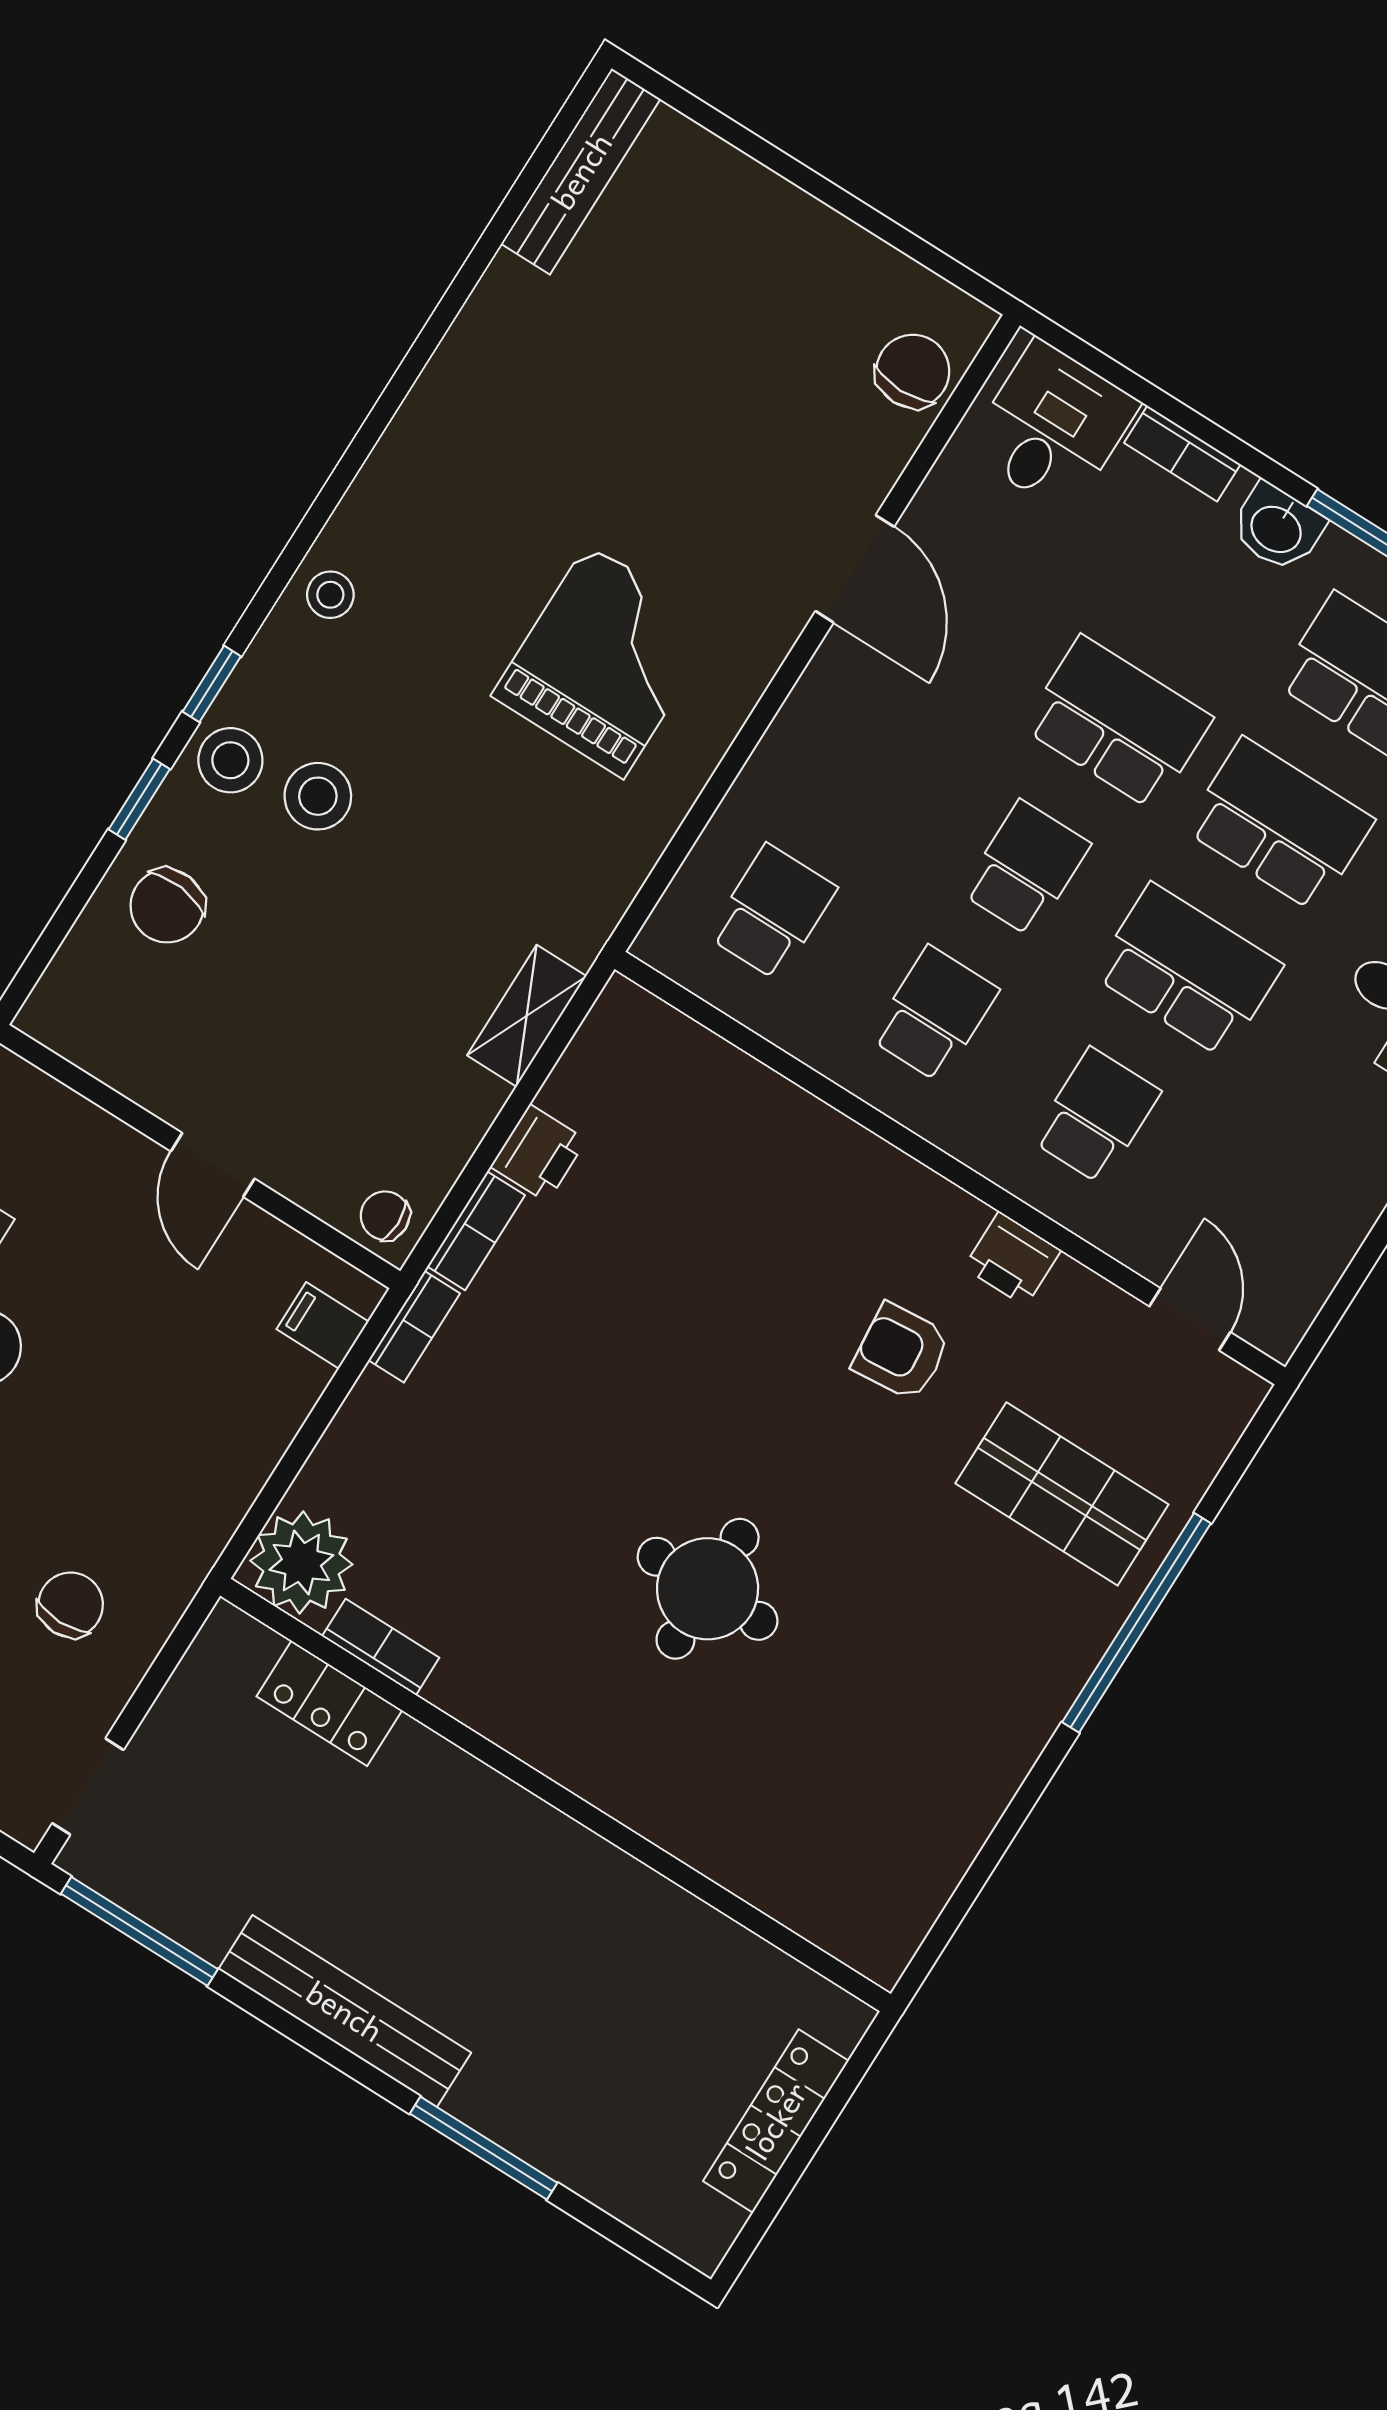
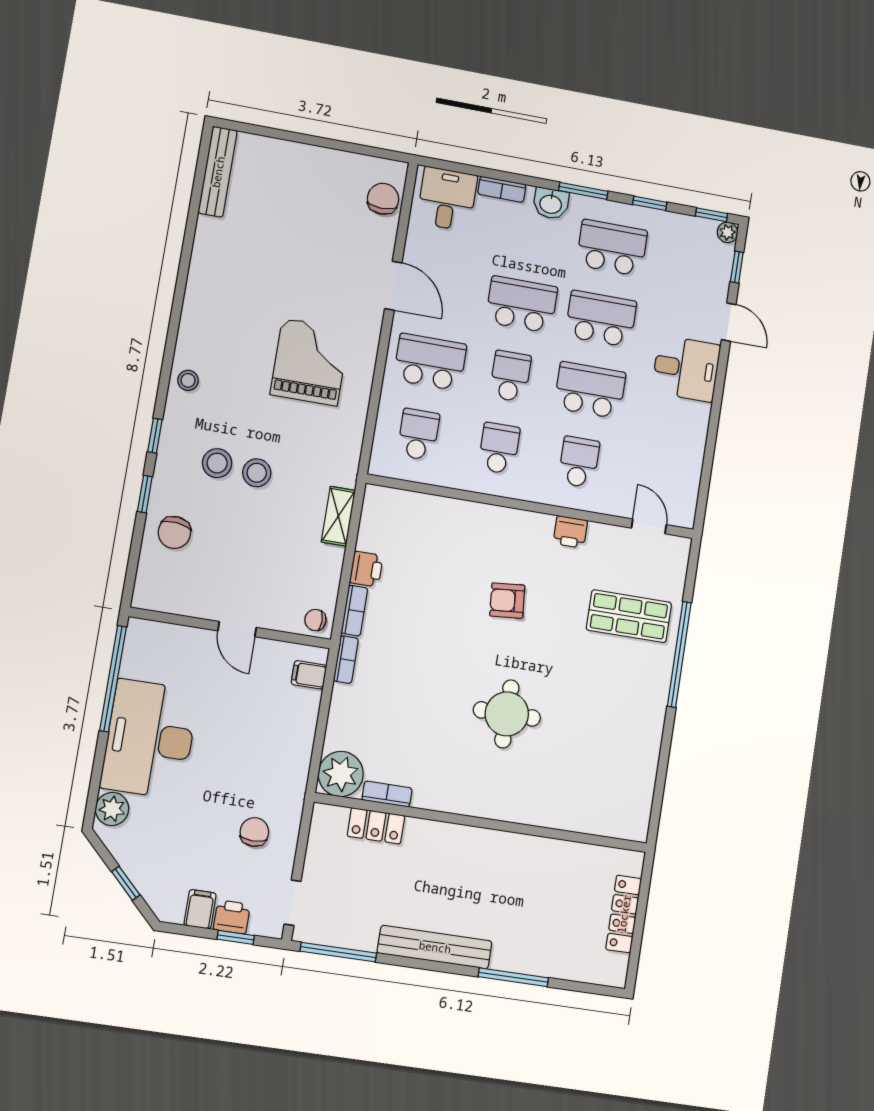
stool: (230, 760) -> (257, 473), moved
school desk: (864, 766) -> (430, 362), added
armchair: (901, 1352) -> (507, 601), moved

